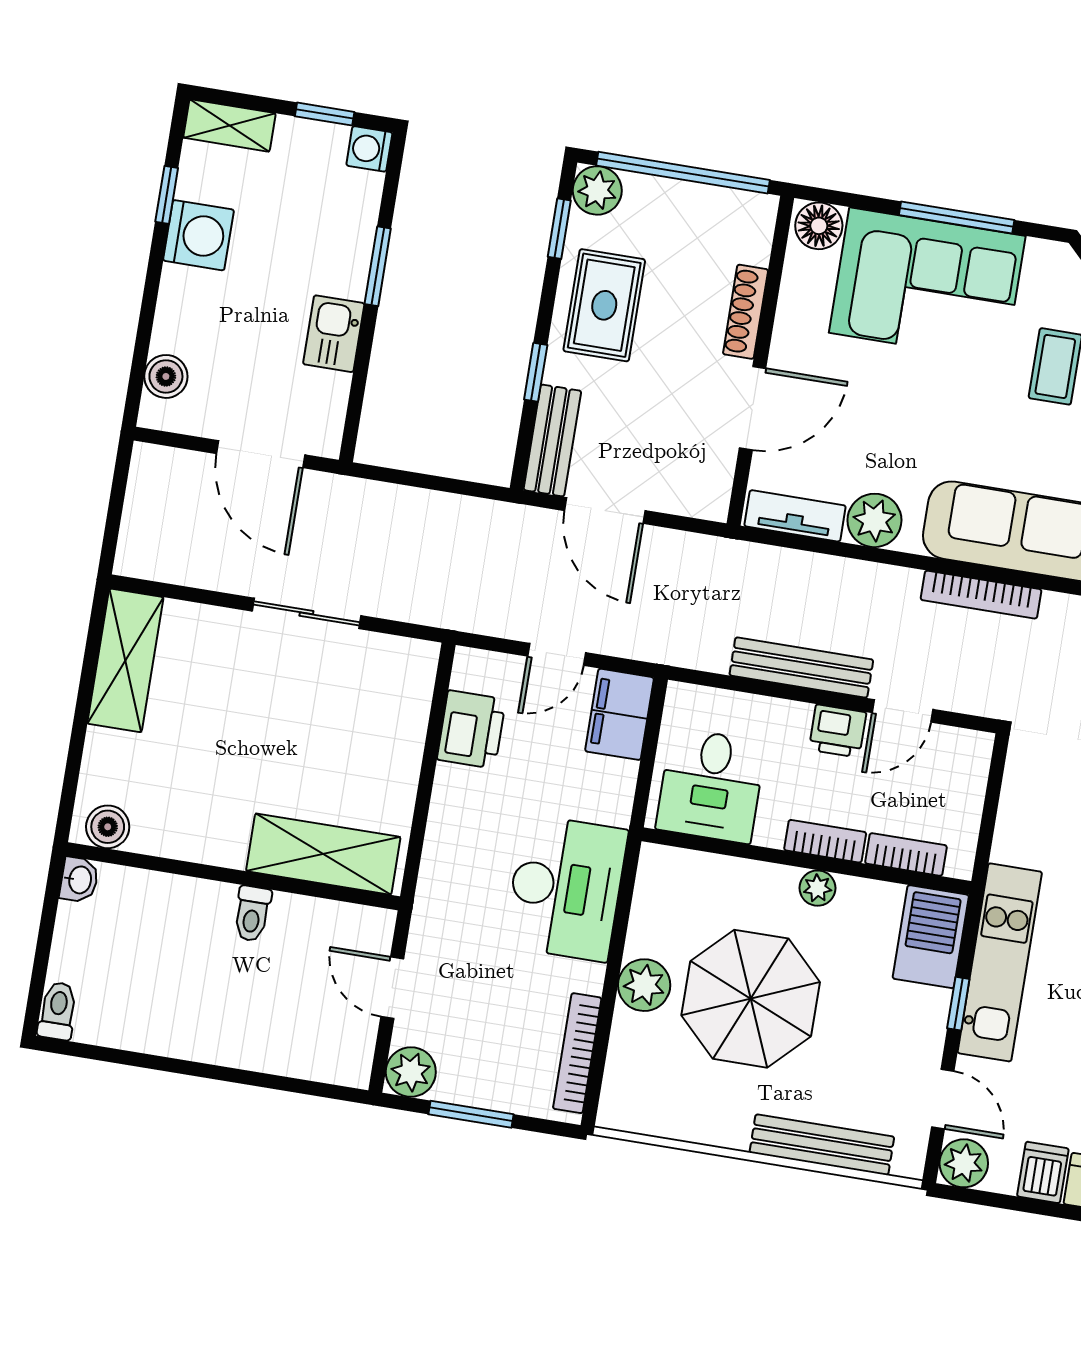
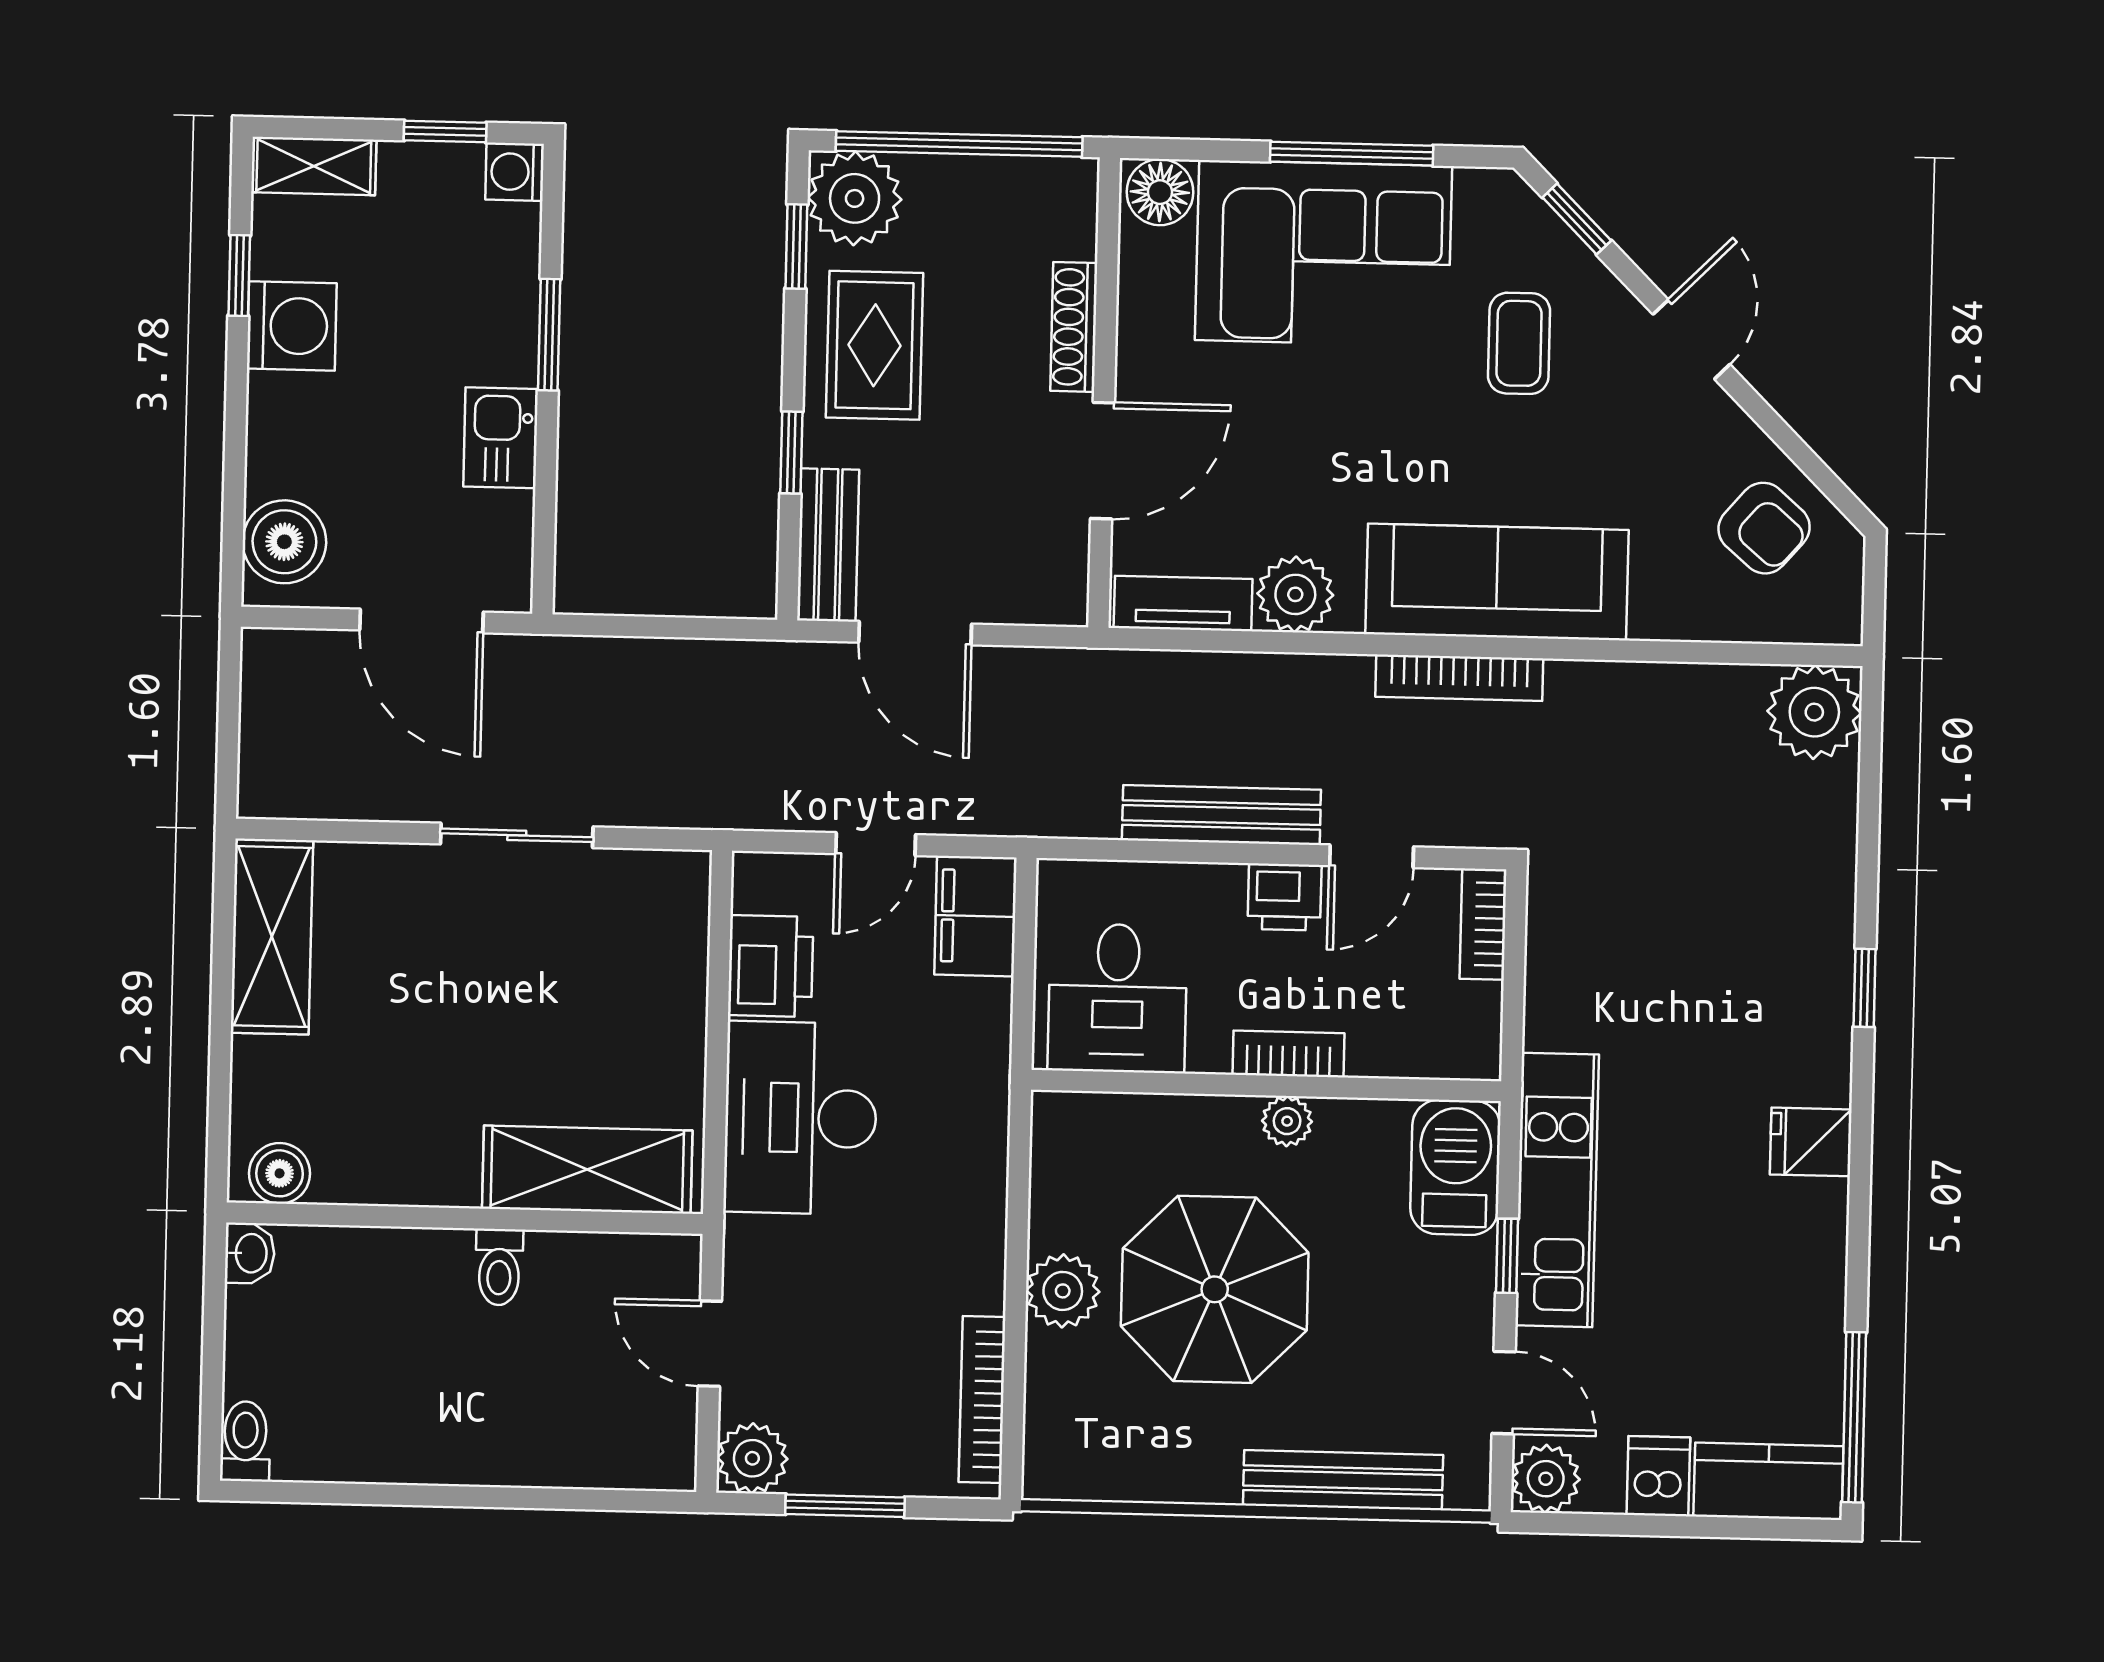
plant: (597, 190) -> (855, 198), width x1.36, depth x1.36
boiler: (166, 376) -> (284, 542), width x1.36, depth x1.36
bookcase: (906, 854) -> (1483, 924), moved, turned -90
desk: (566, 888) -> (801, 1118), moved, turned 180

